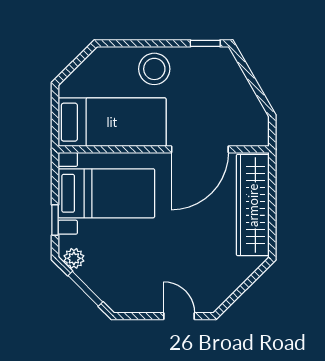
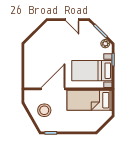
stool: (154, 69) -> (44, 110), moved
wardrobe: (253, 205) -> (31, 66), removed
door: (179, 316) -> (72, 20), moved

